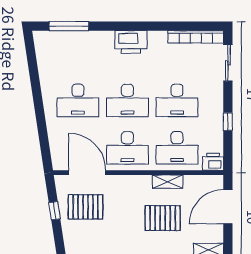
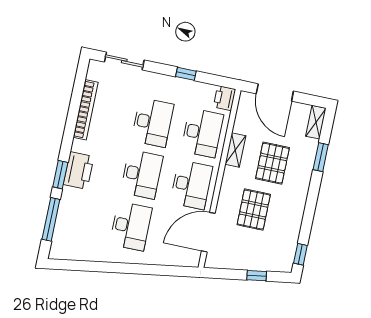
window: (112, 26) -> (60, 175), added
bookcase: (196, 37) -> (86, 110), moved
printer: (131, 42) -> (79, 170), moved
pallet: (86, 207) -> (254, 210), moved
window: (55, 211) -> (257, 276), moved

